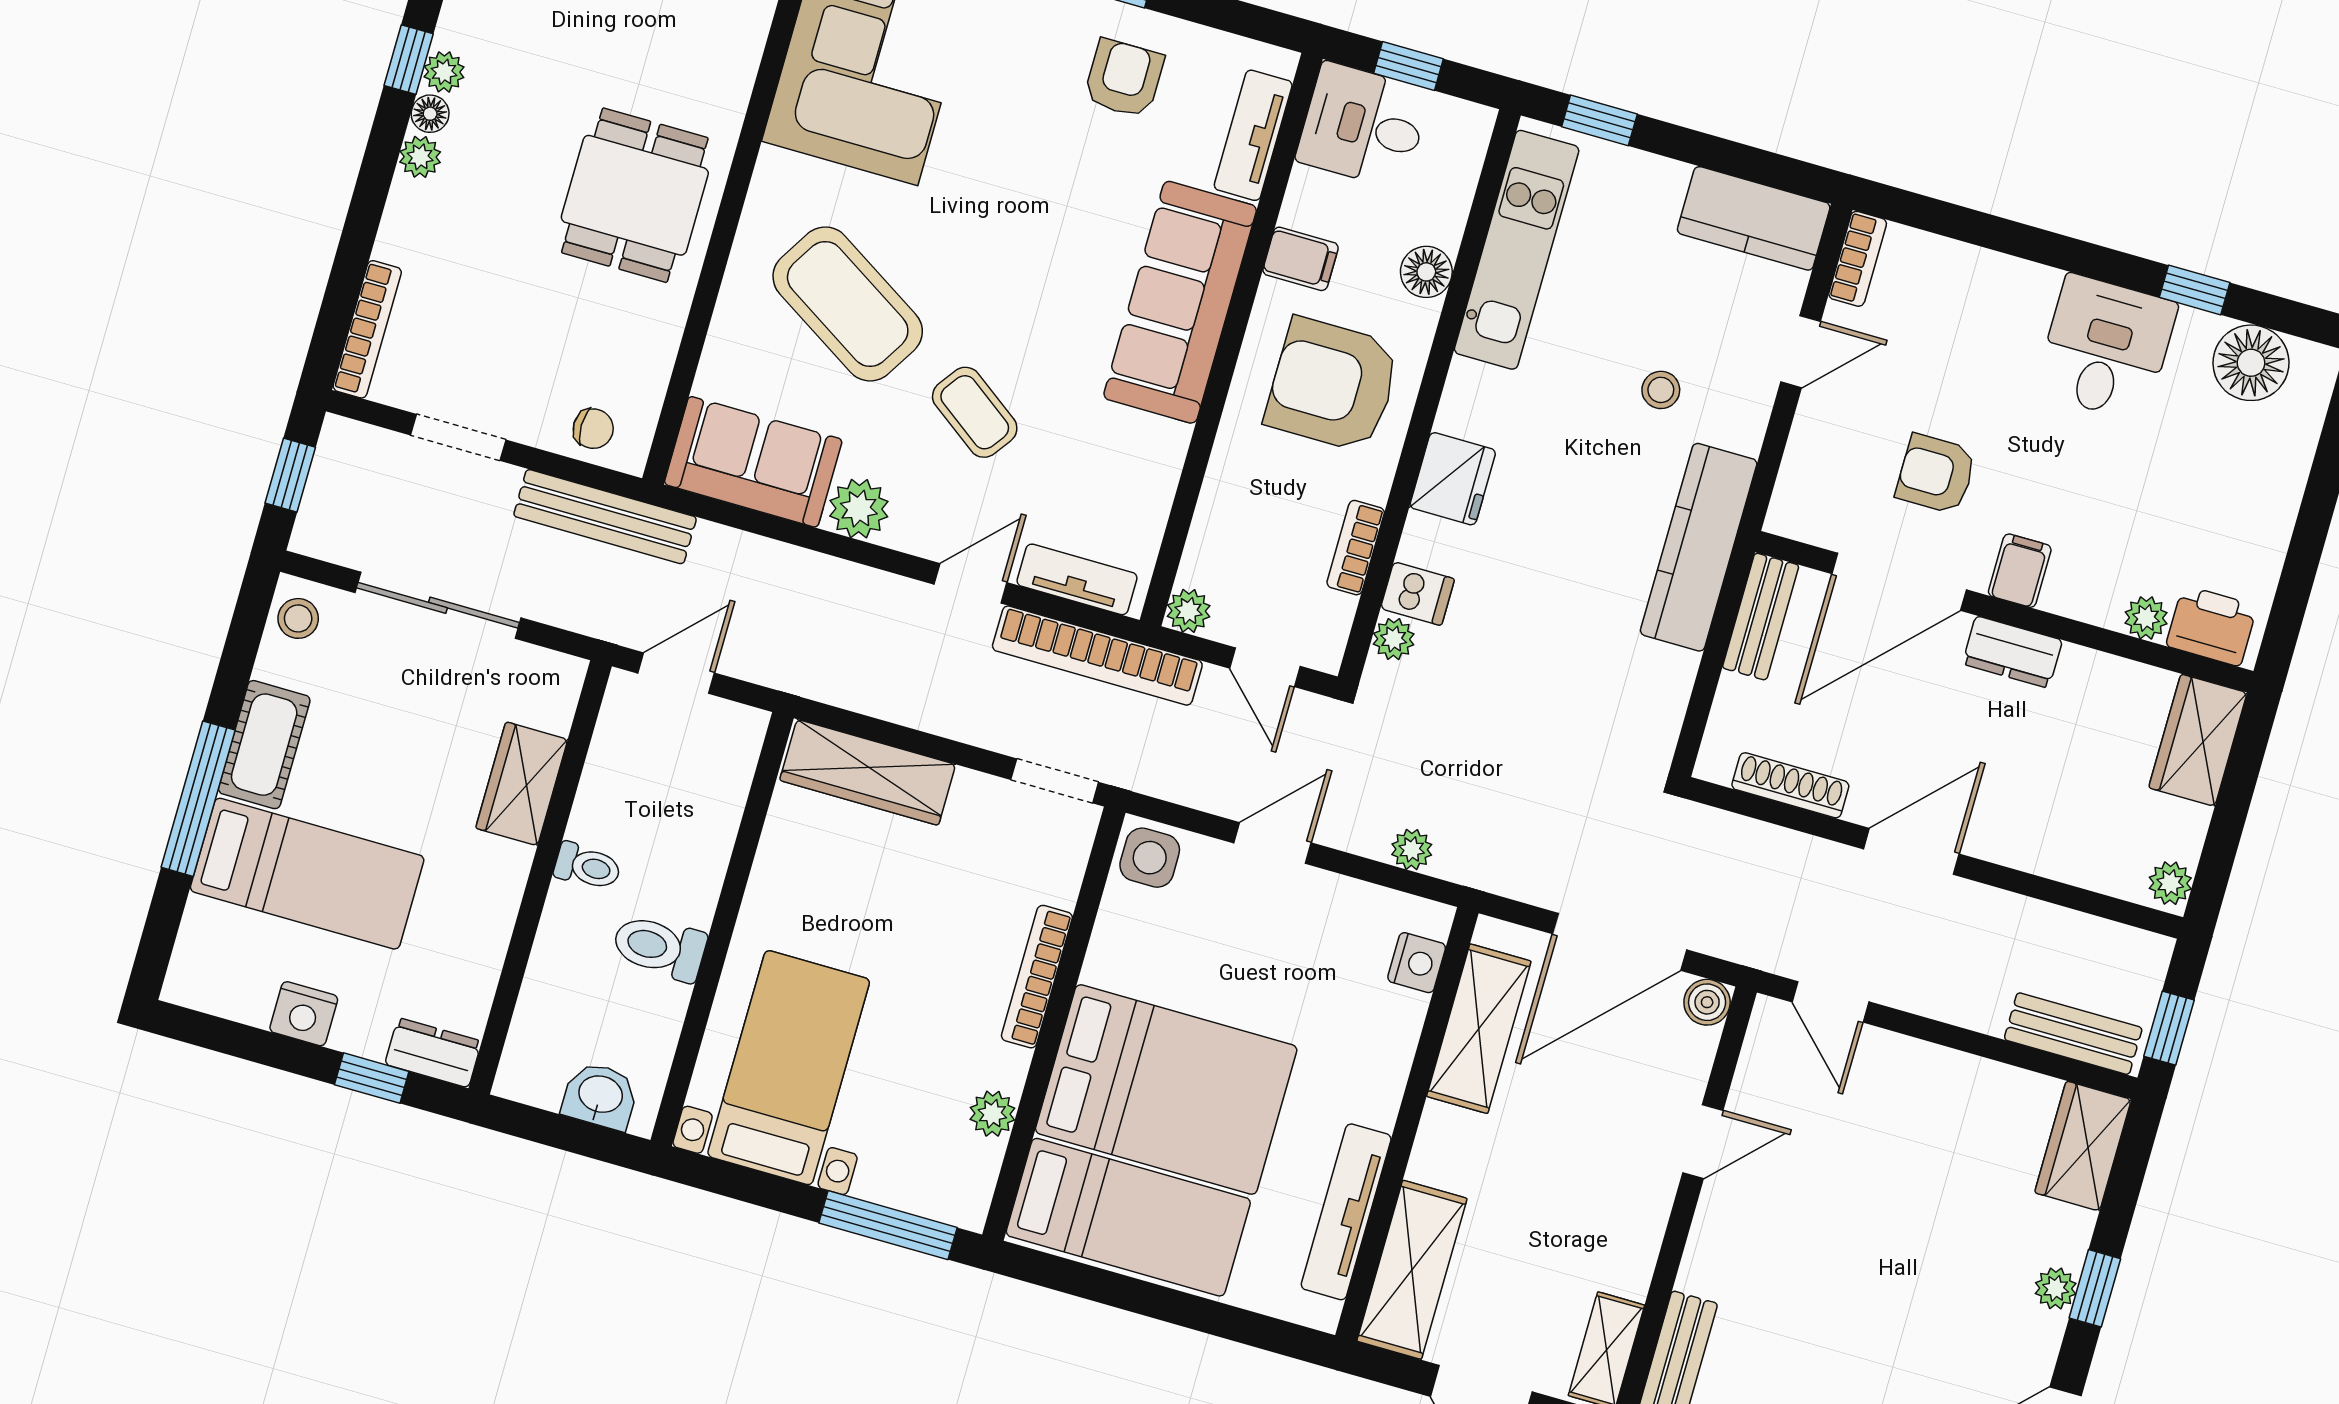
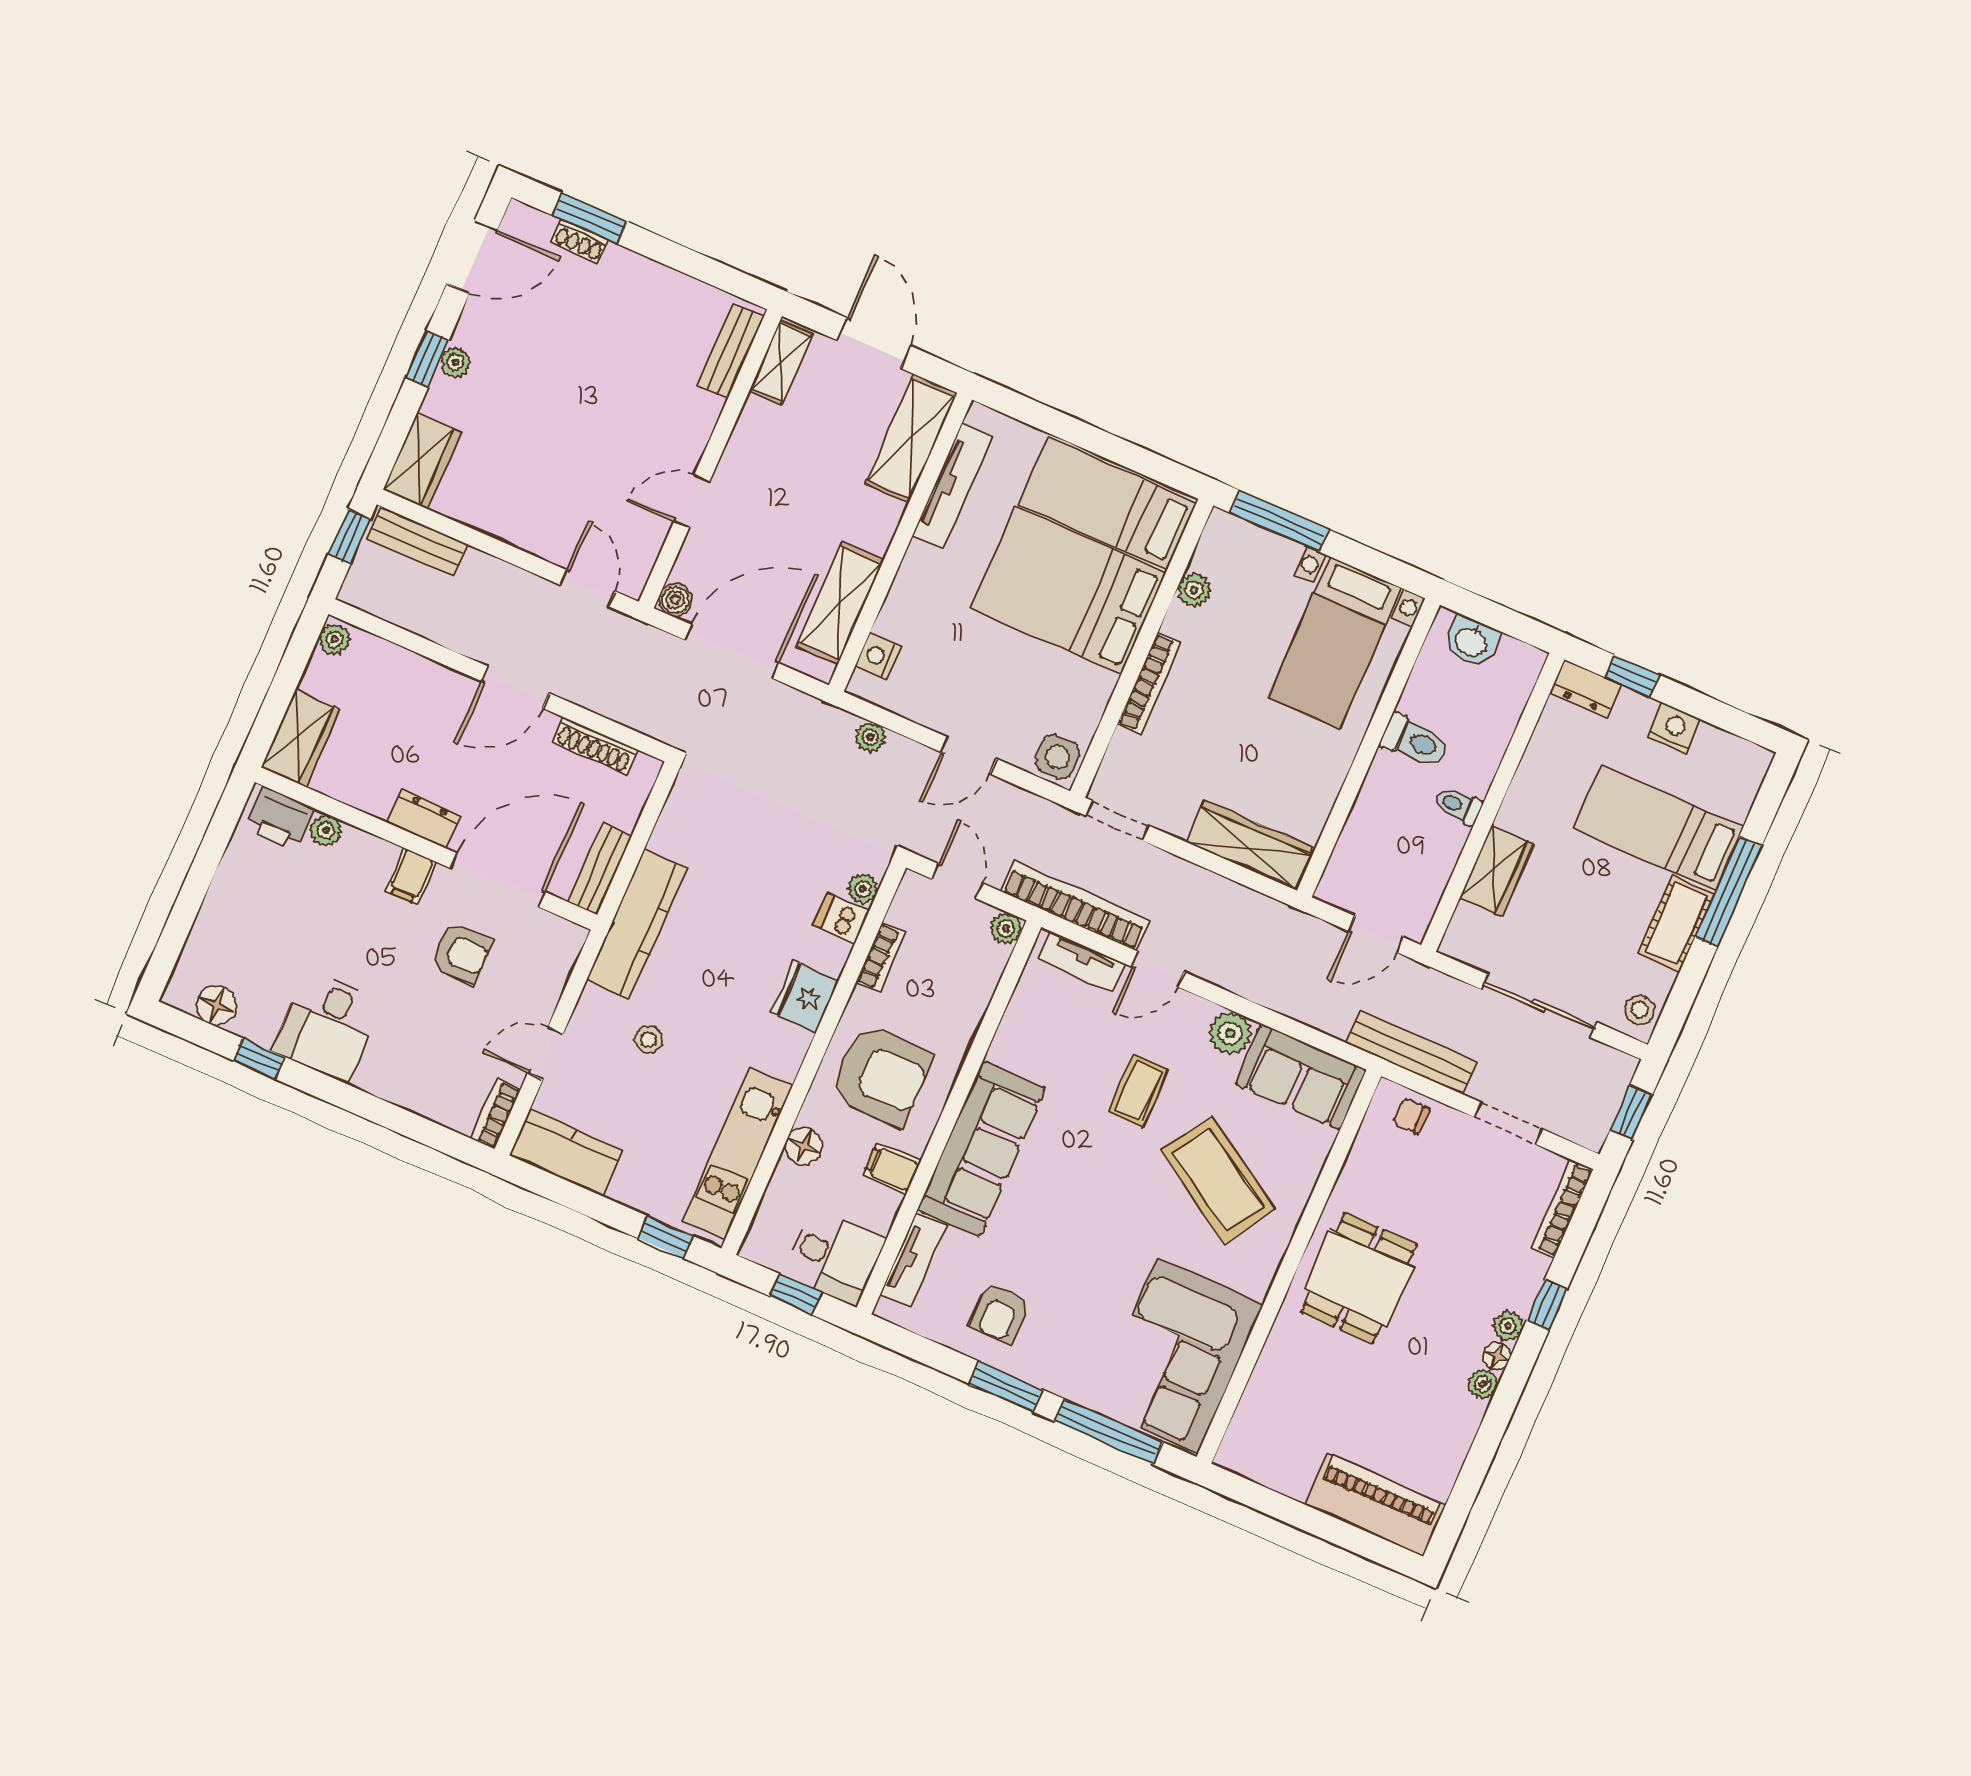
window: (409, 60) -> (1547, 1305), moved
floor lamp: (2251, 363) -> (216, 1005), width x0.73, depth x0.73
coffee table: (975, 412) -> (1138, 1091), turned 54

